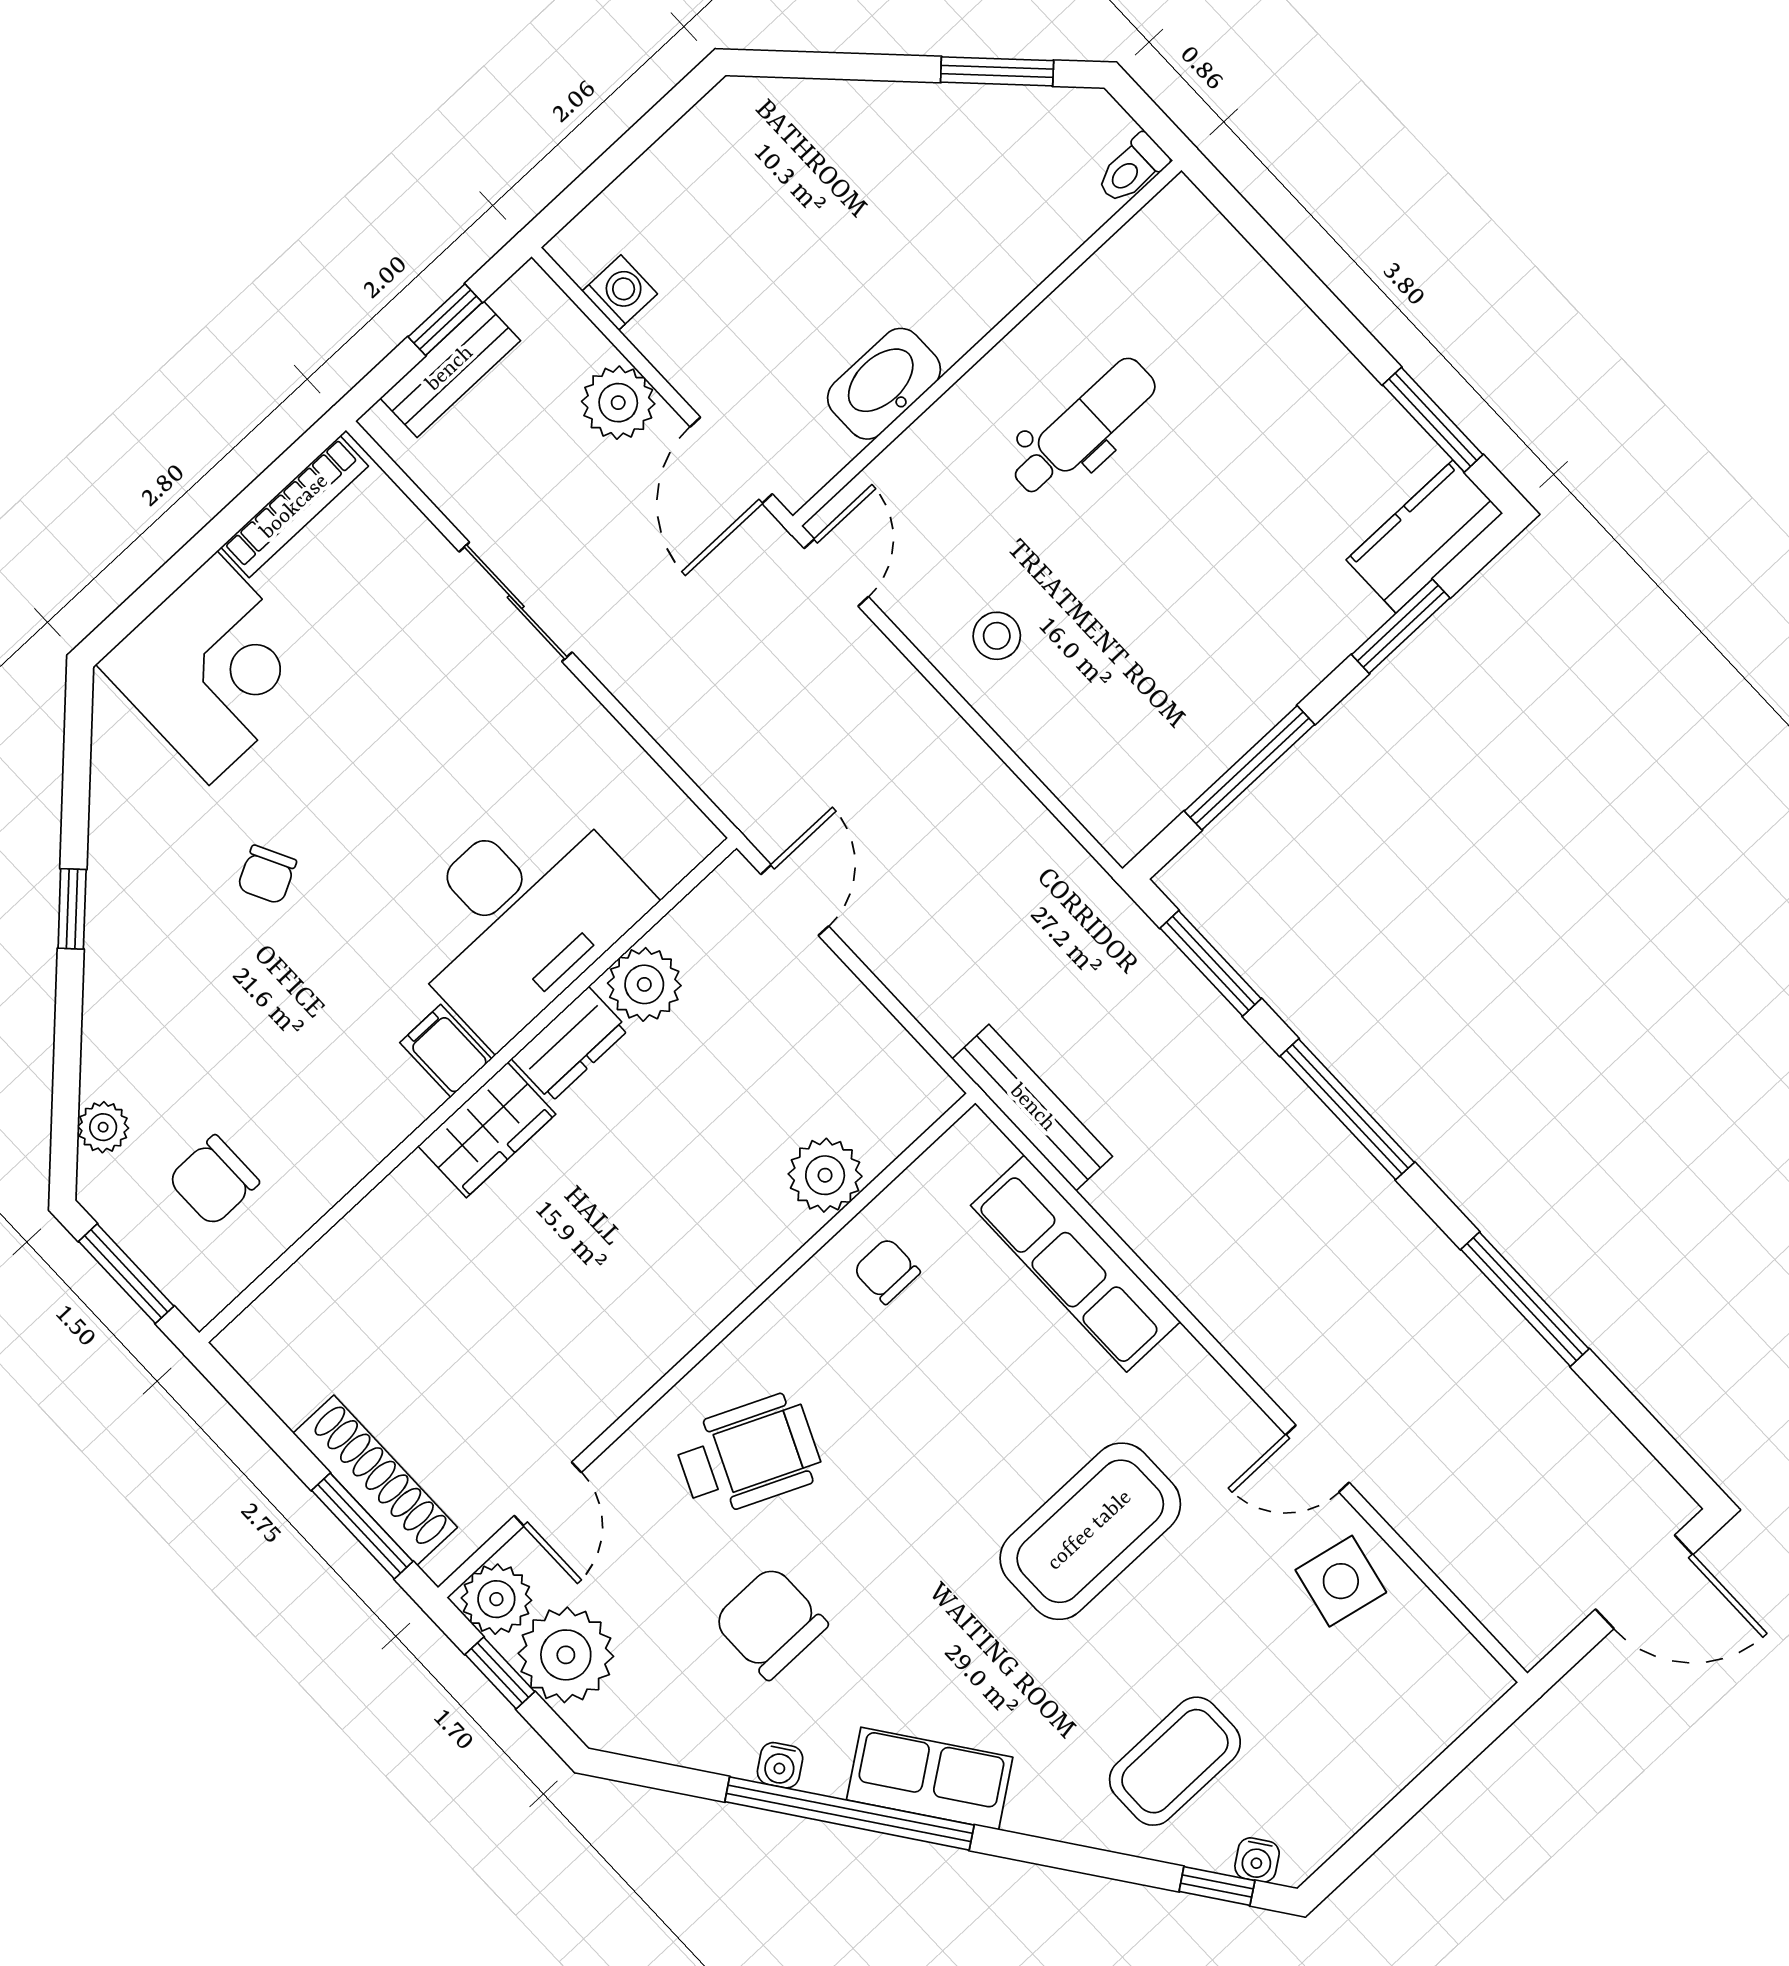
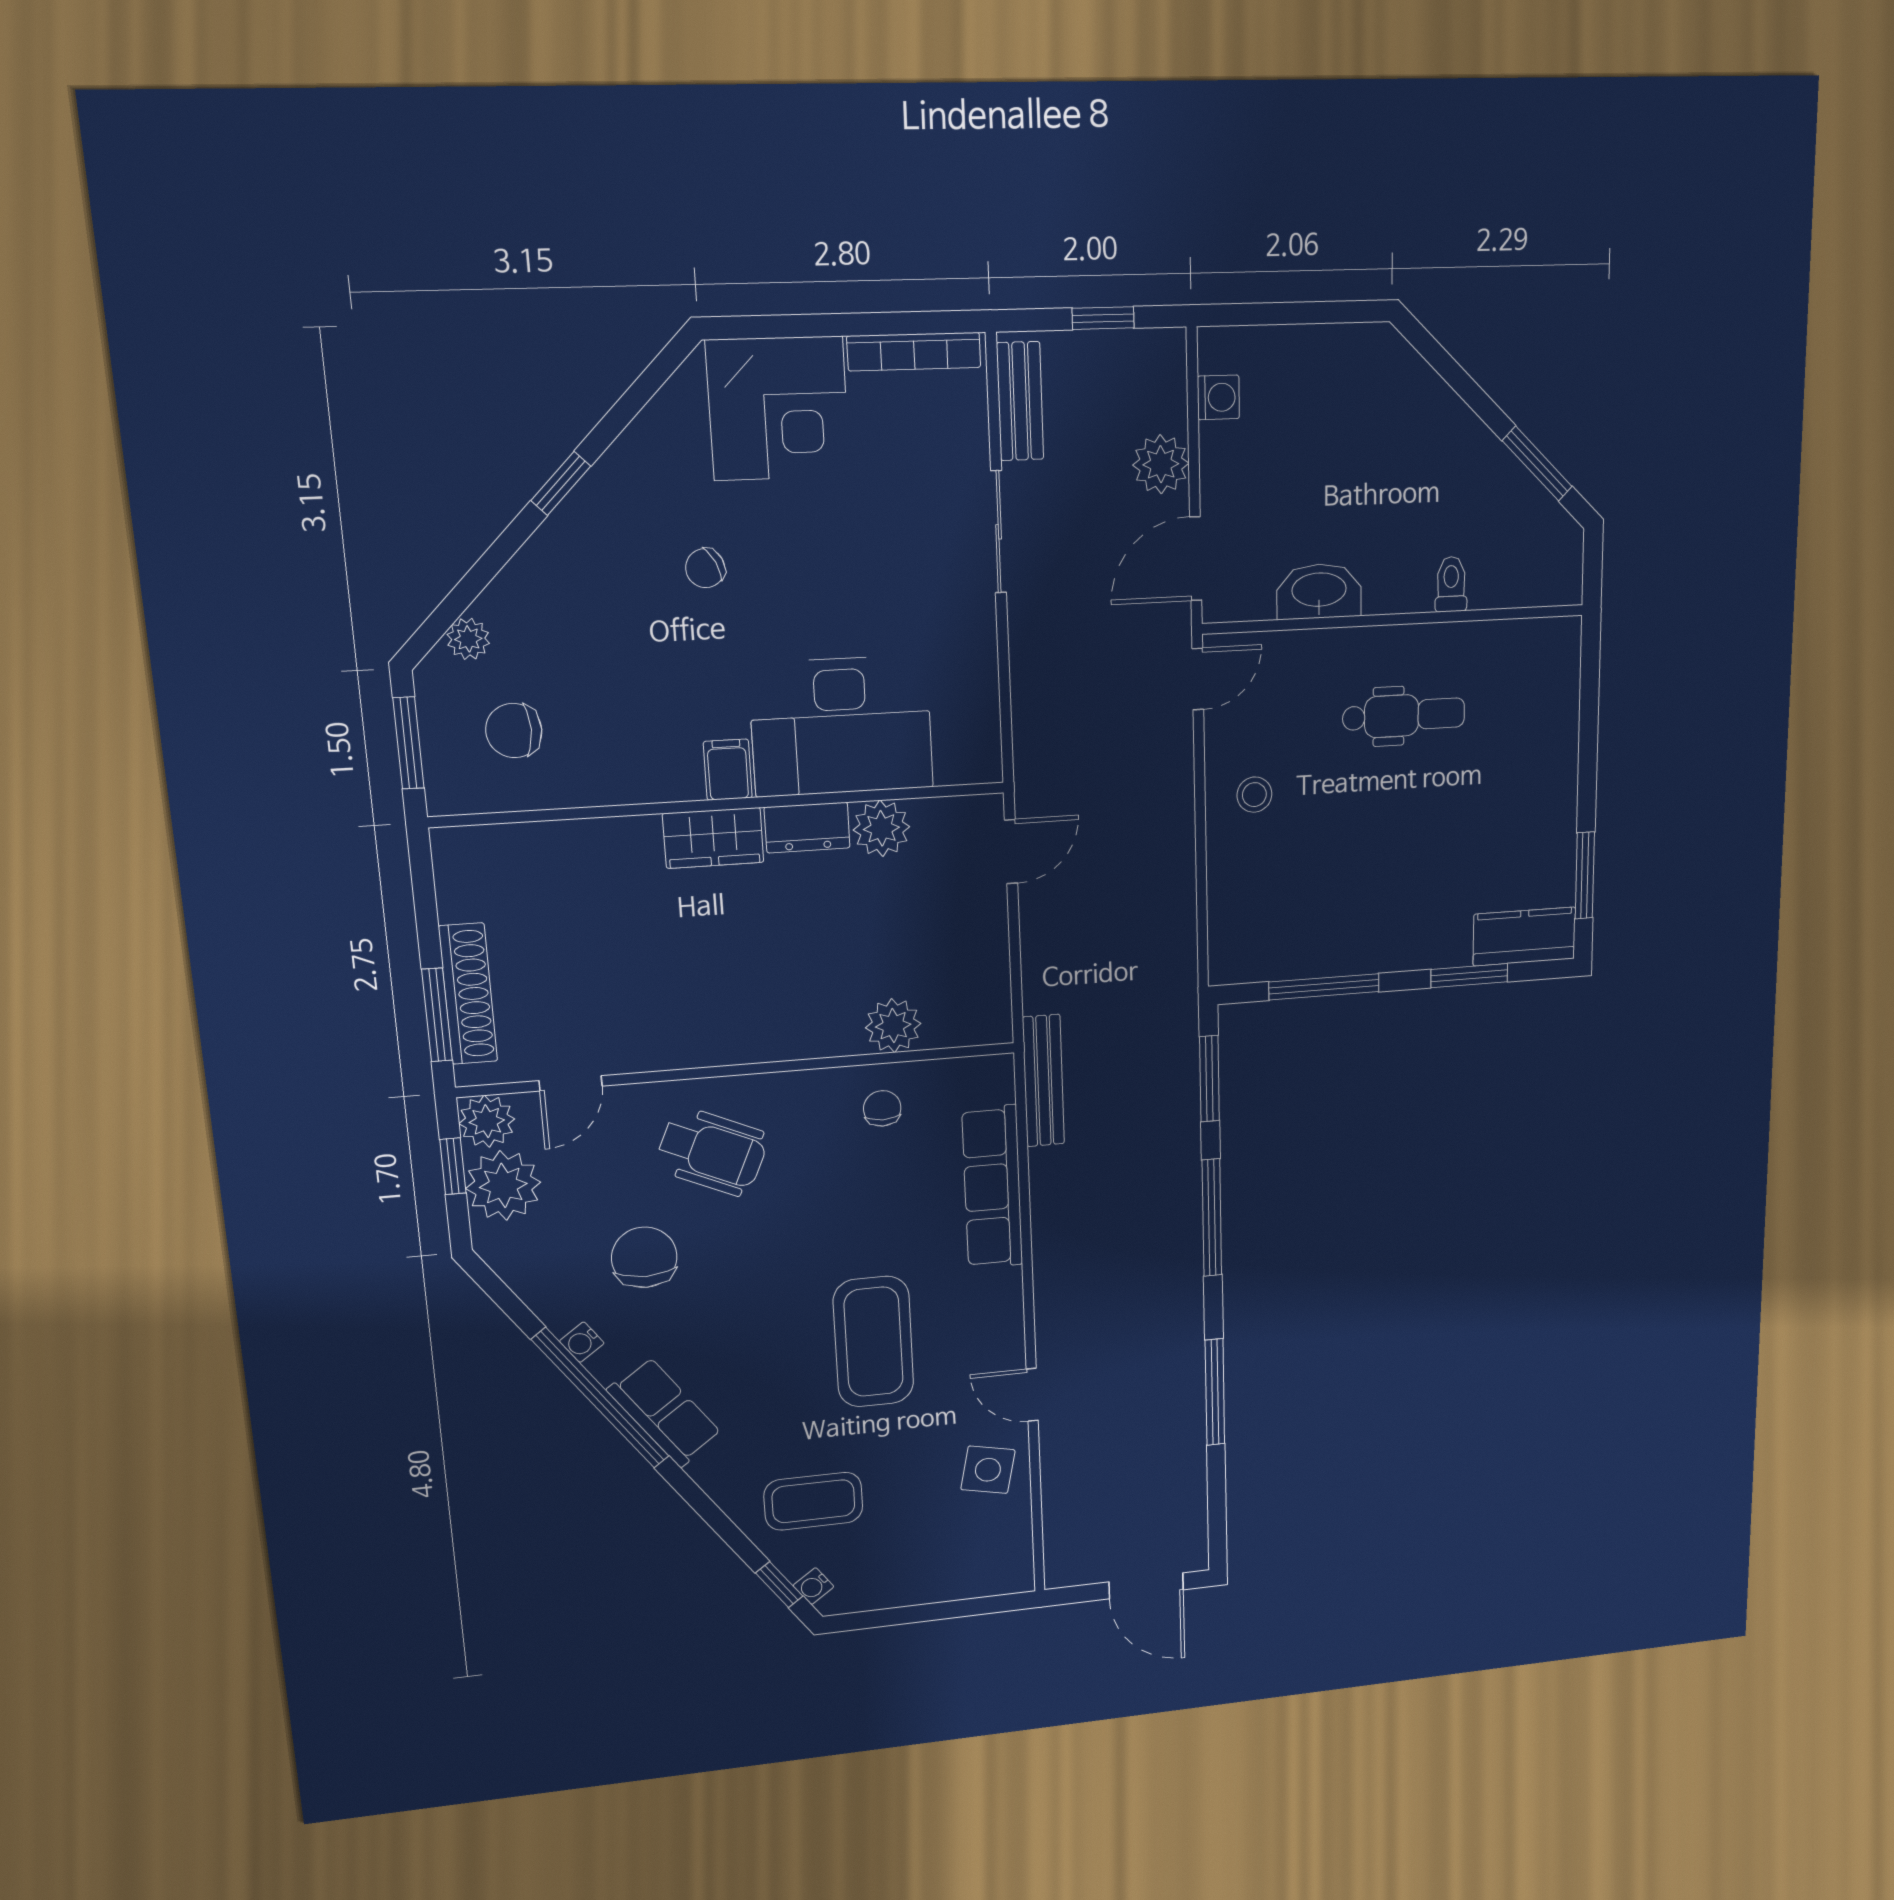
toilet: (1132, 169) -> (1451, 584), moved, turned 90
bench: (450, 369) -> (1020, 401), moved, turned 90
coffee table: (1090, 1531) -> (874, 1342), turned 90

